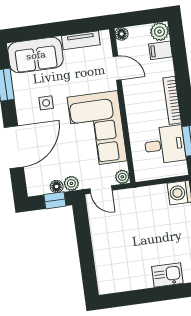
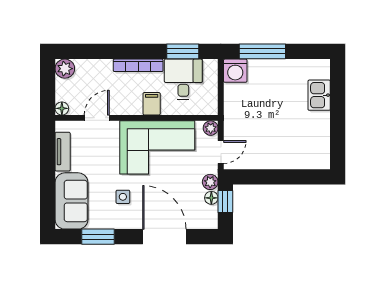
filing cabinet: (160, 50) -> (152, 104), moved, turned 180

